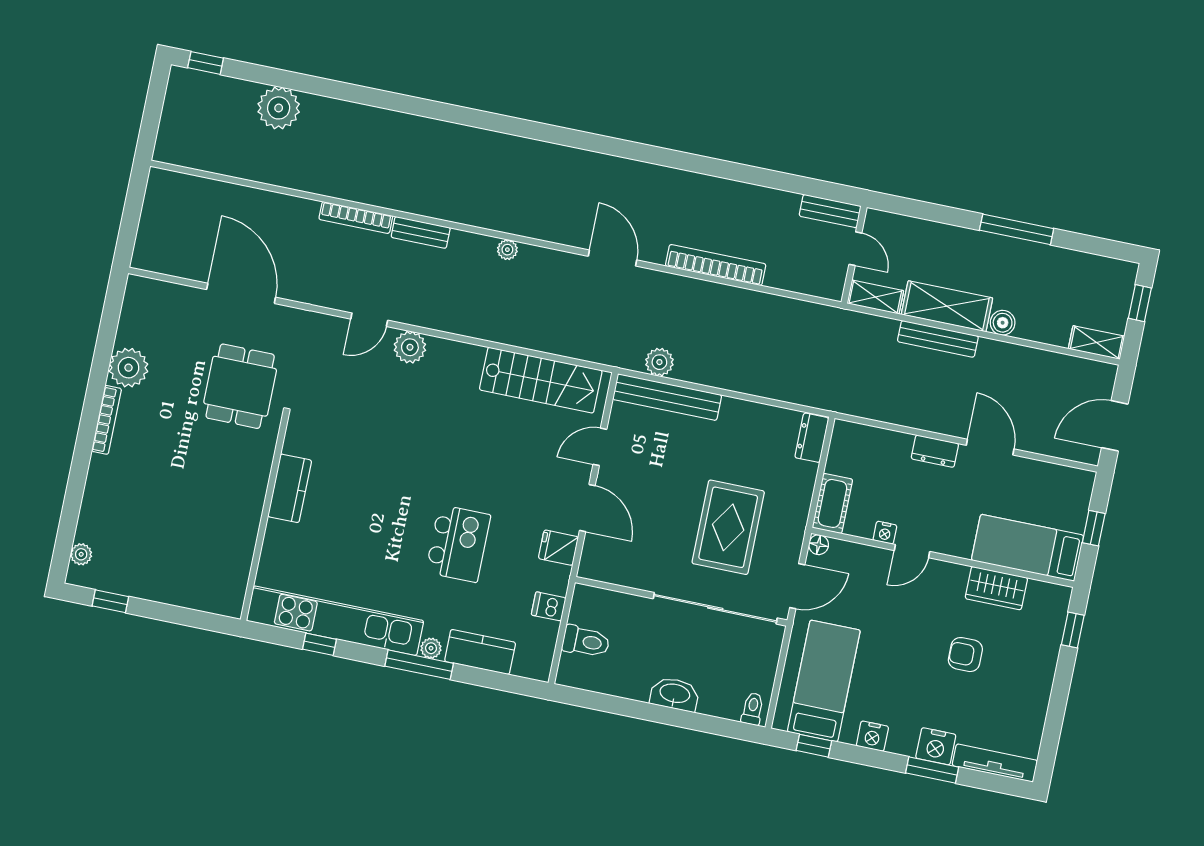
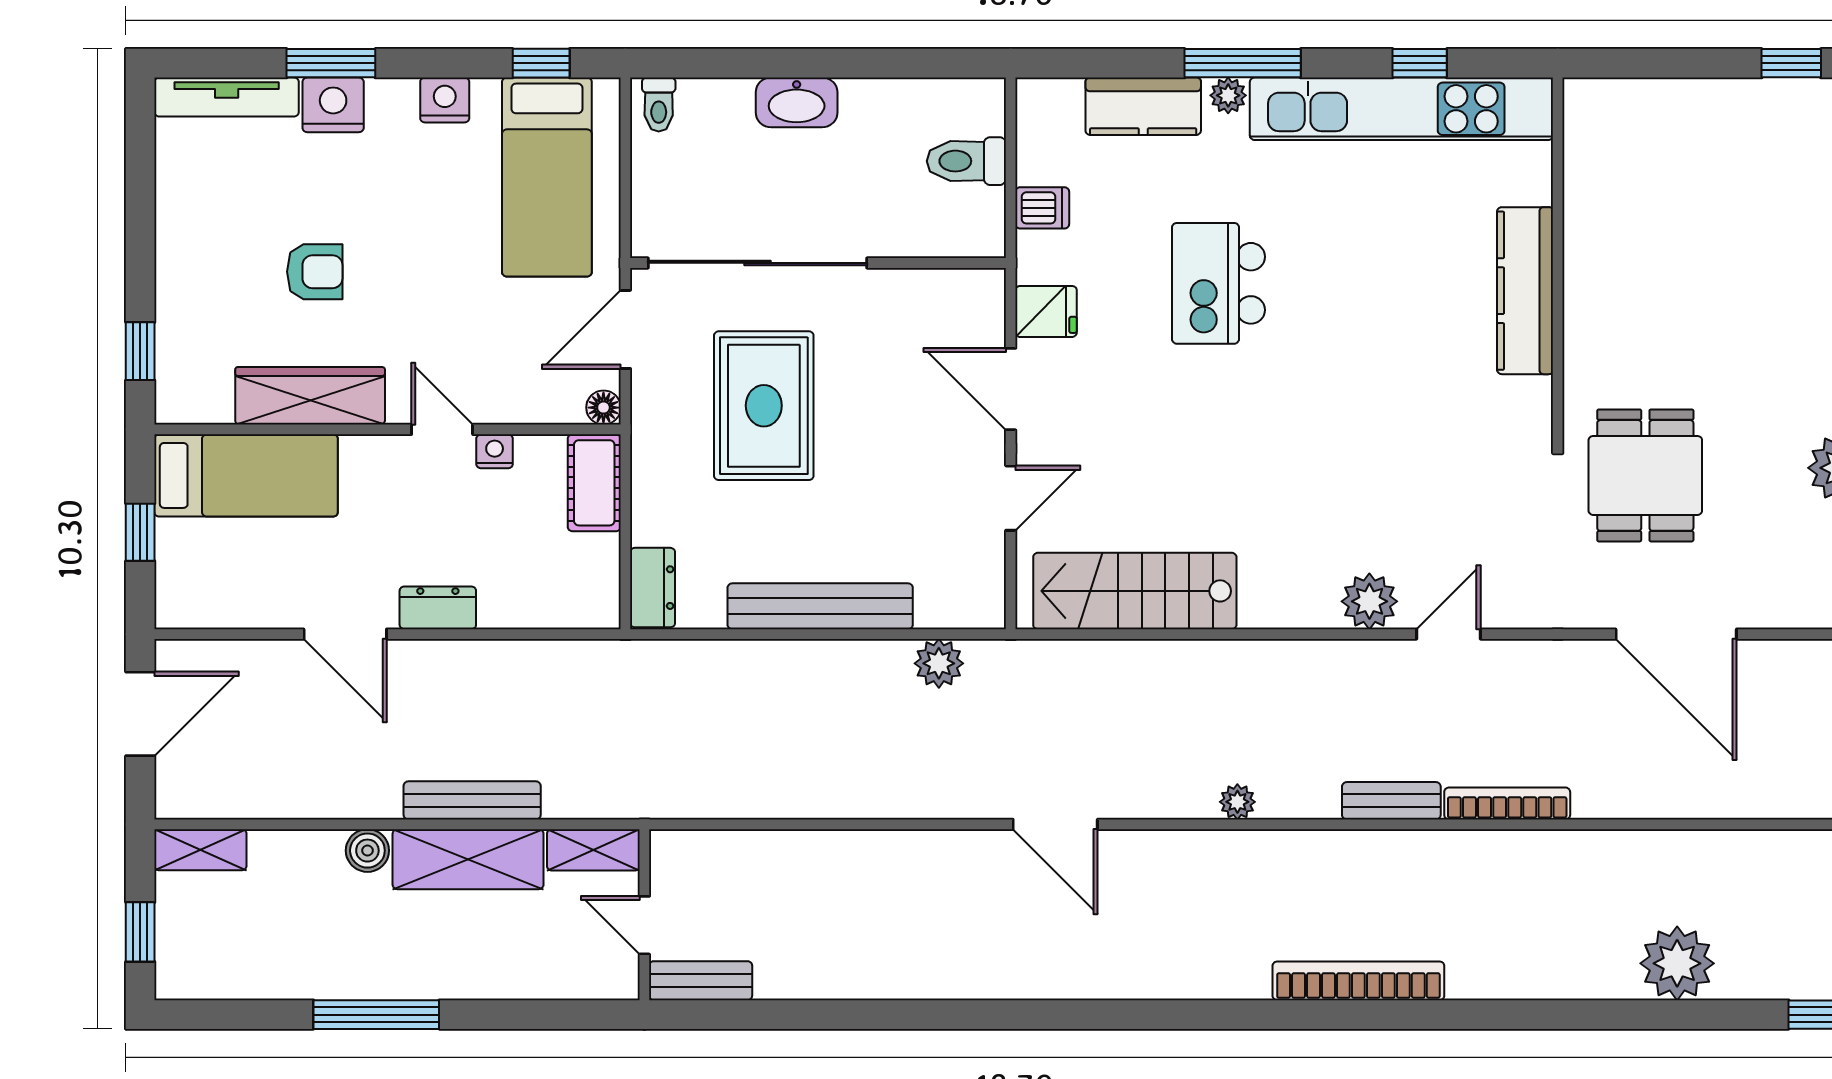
bookcase: (716, 265) -> (1358, 981), moved, turned 180
bench: (667, 397) -> (820, 606), moved
kitchen counter: (290, 488) -> (1525, 291), width x1.50
door: (912, 551) -> (442, 429), hinge flipped
wardrobe: (996, 588) -> (310, 396), width x1.50

